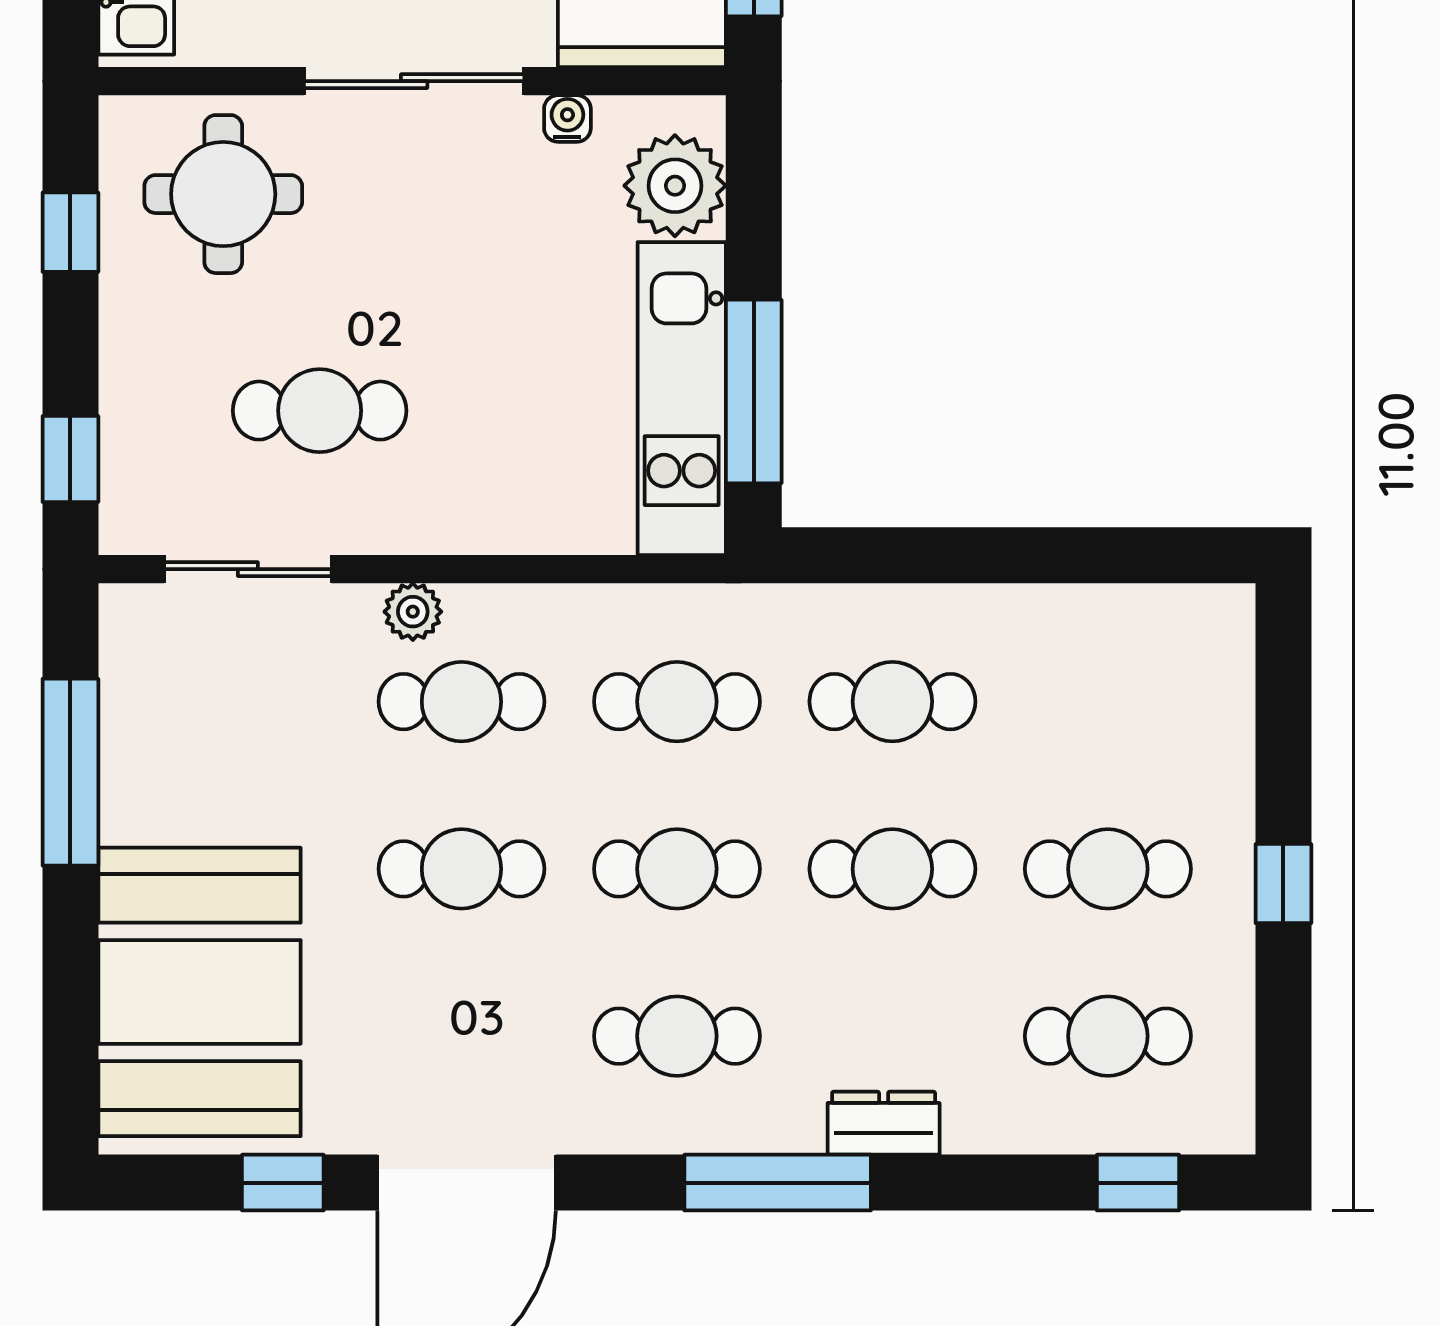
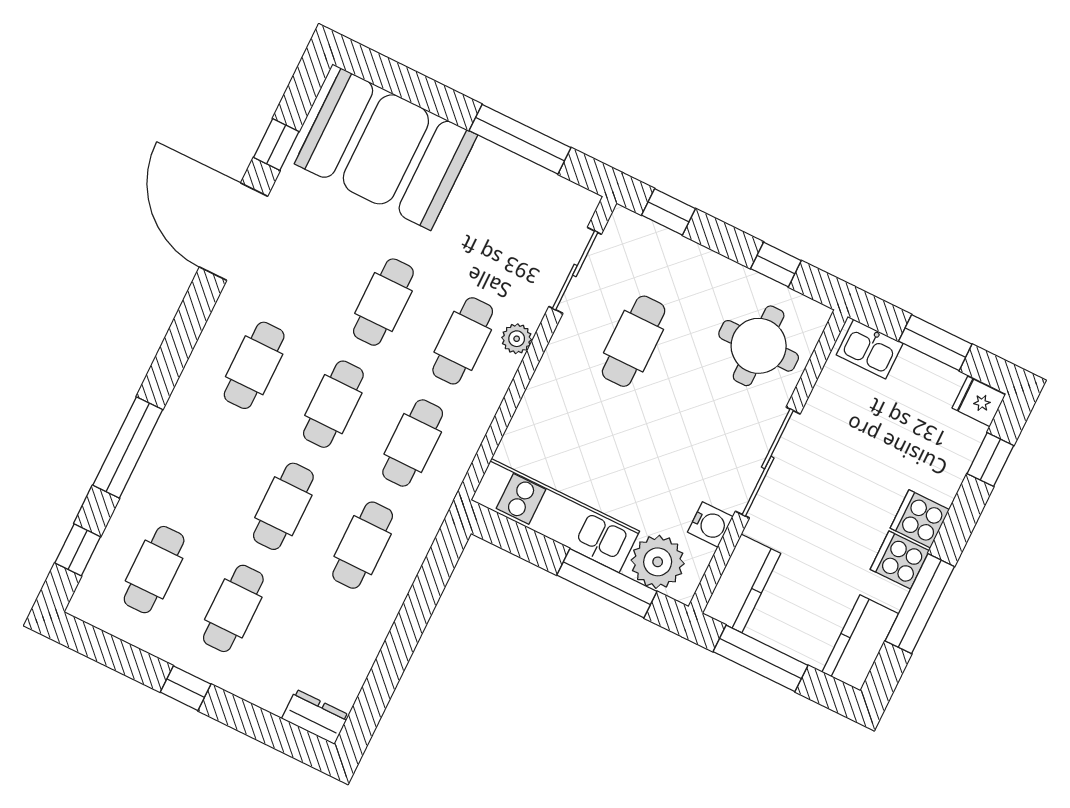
water cooler: (567, 118) -> (710, 524), width x1.38, depth x1.38
window: (754, 391) -> (607, 583), moved
dresser: (884, 1123) -> (315, 717), moved, turned -90
window: (778, 1183) -> (128, 447), moved

